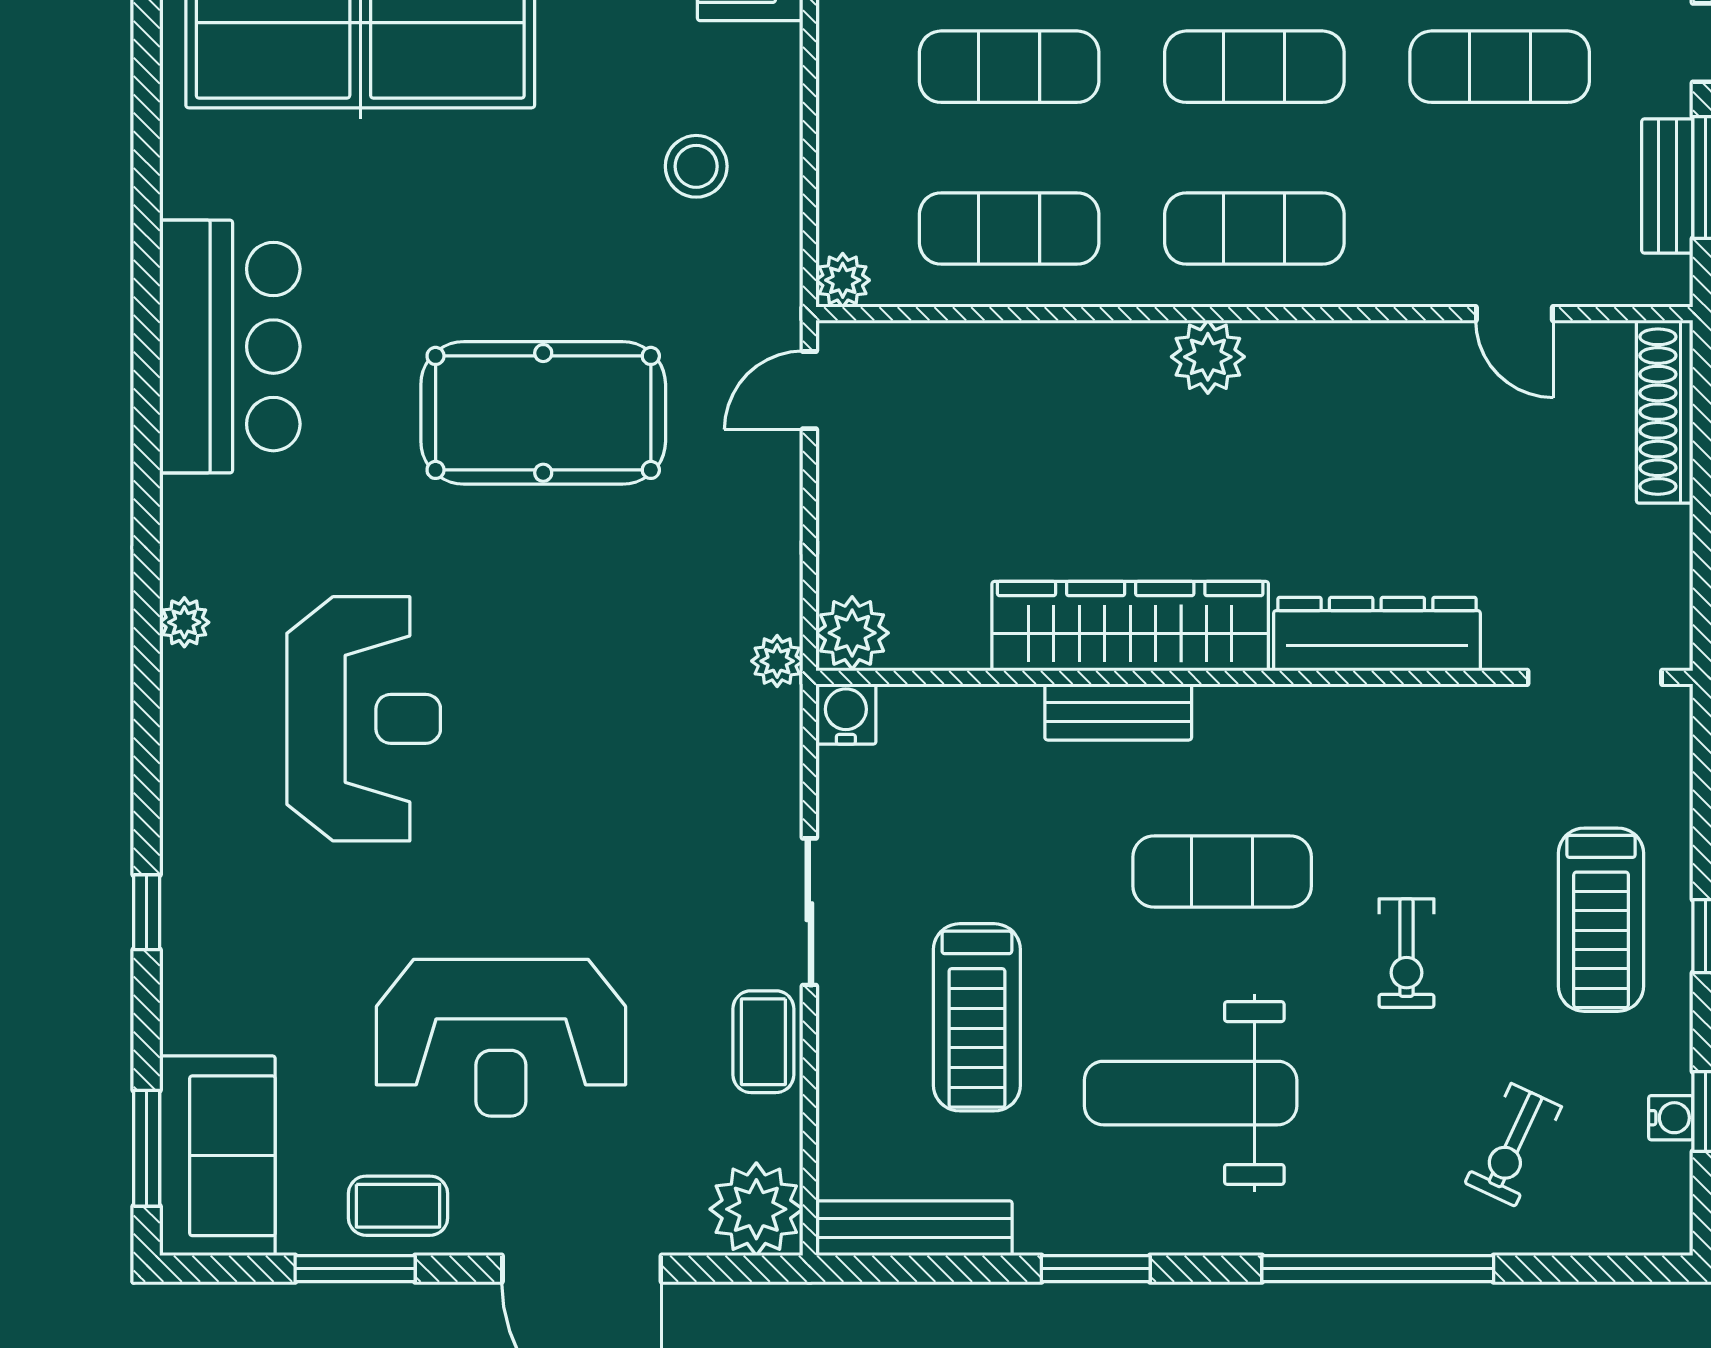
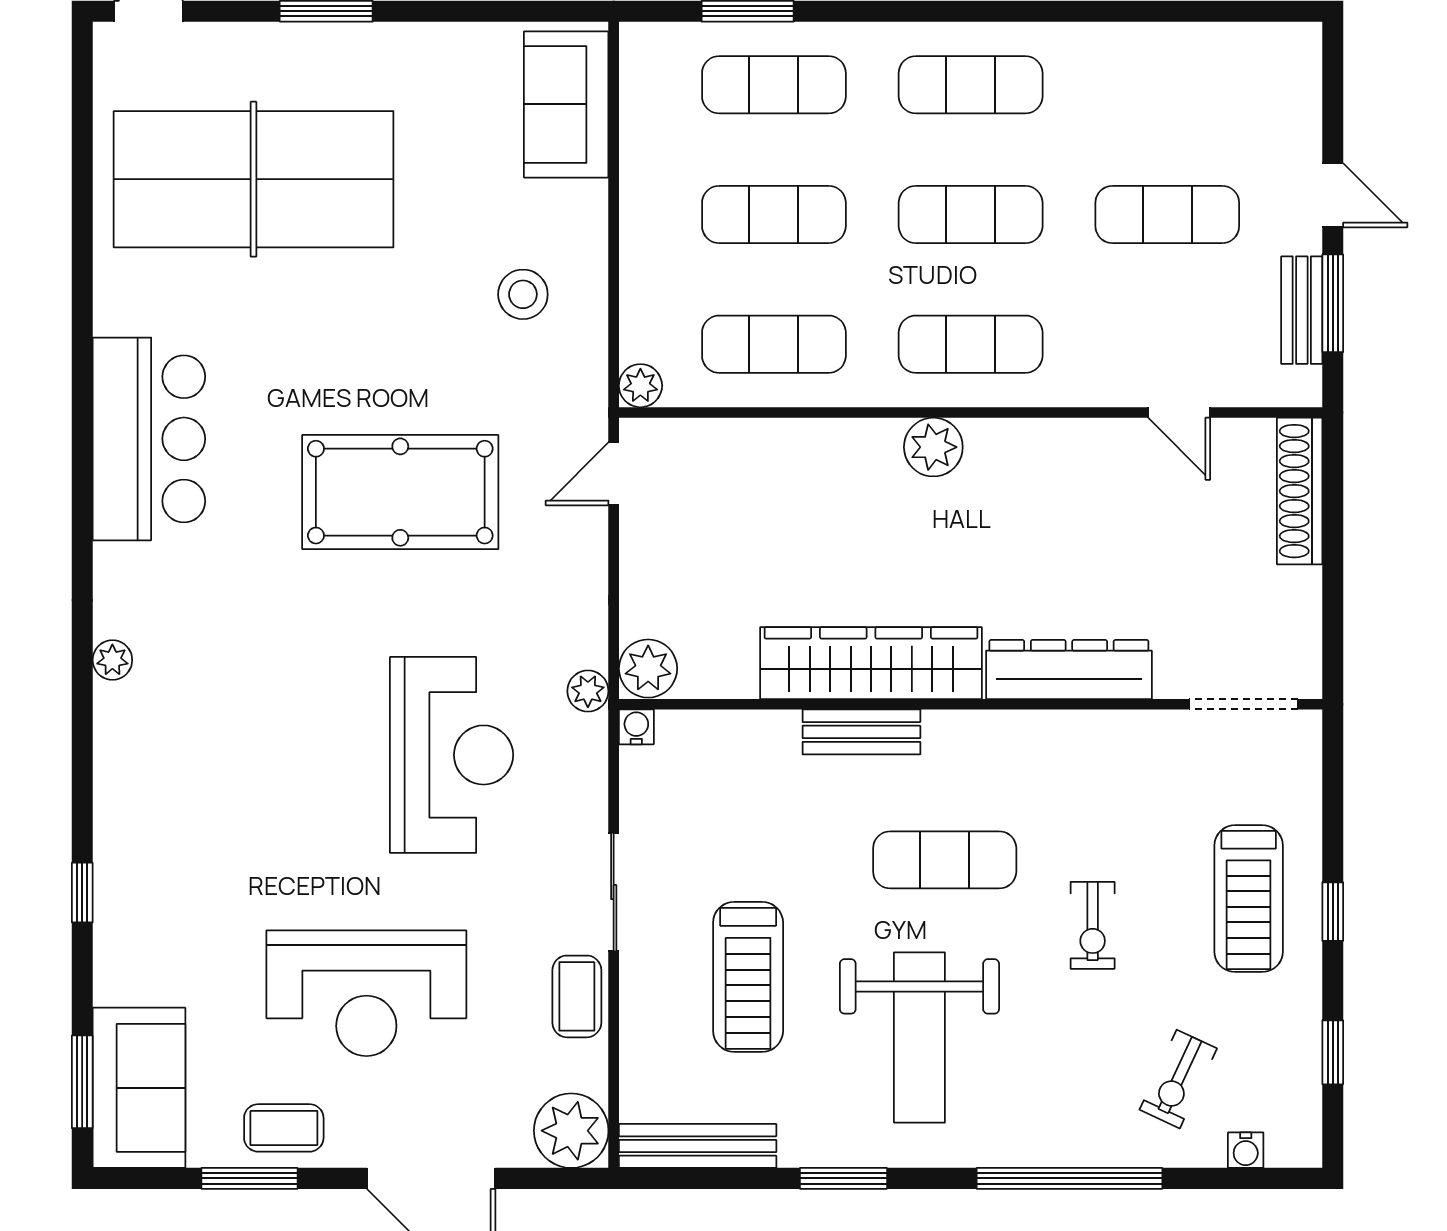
water cooler: (846, 714) -> (636, 727), width x0.72, depth x0.72
reception desk: (364, 719) -> (452, 755), moved
weight bench: (1191, 1093) -> (919, 1038), turned -90
water cooler: (1671, 1118) -> (1246, 1150), moved, turned 90

